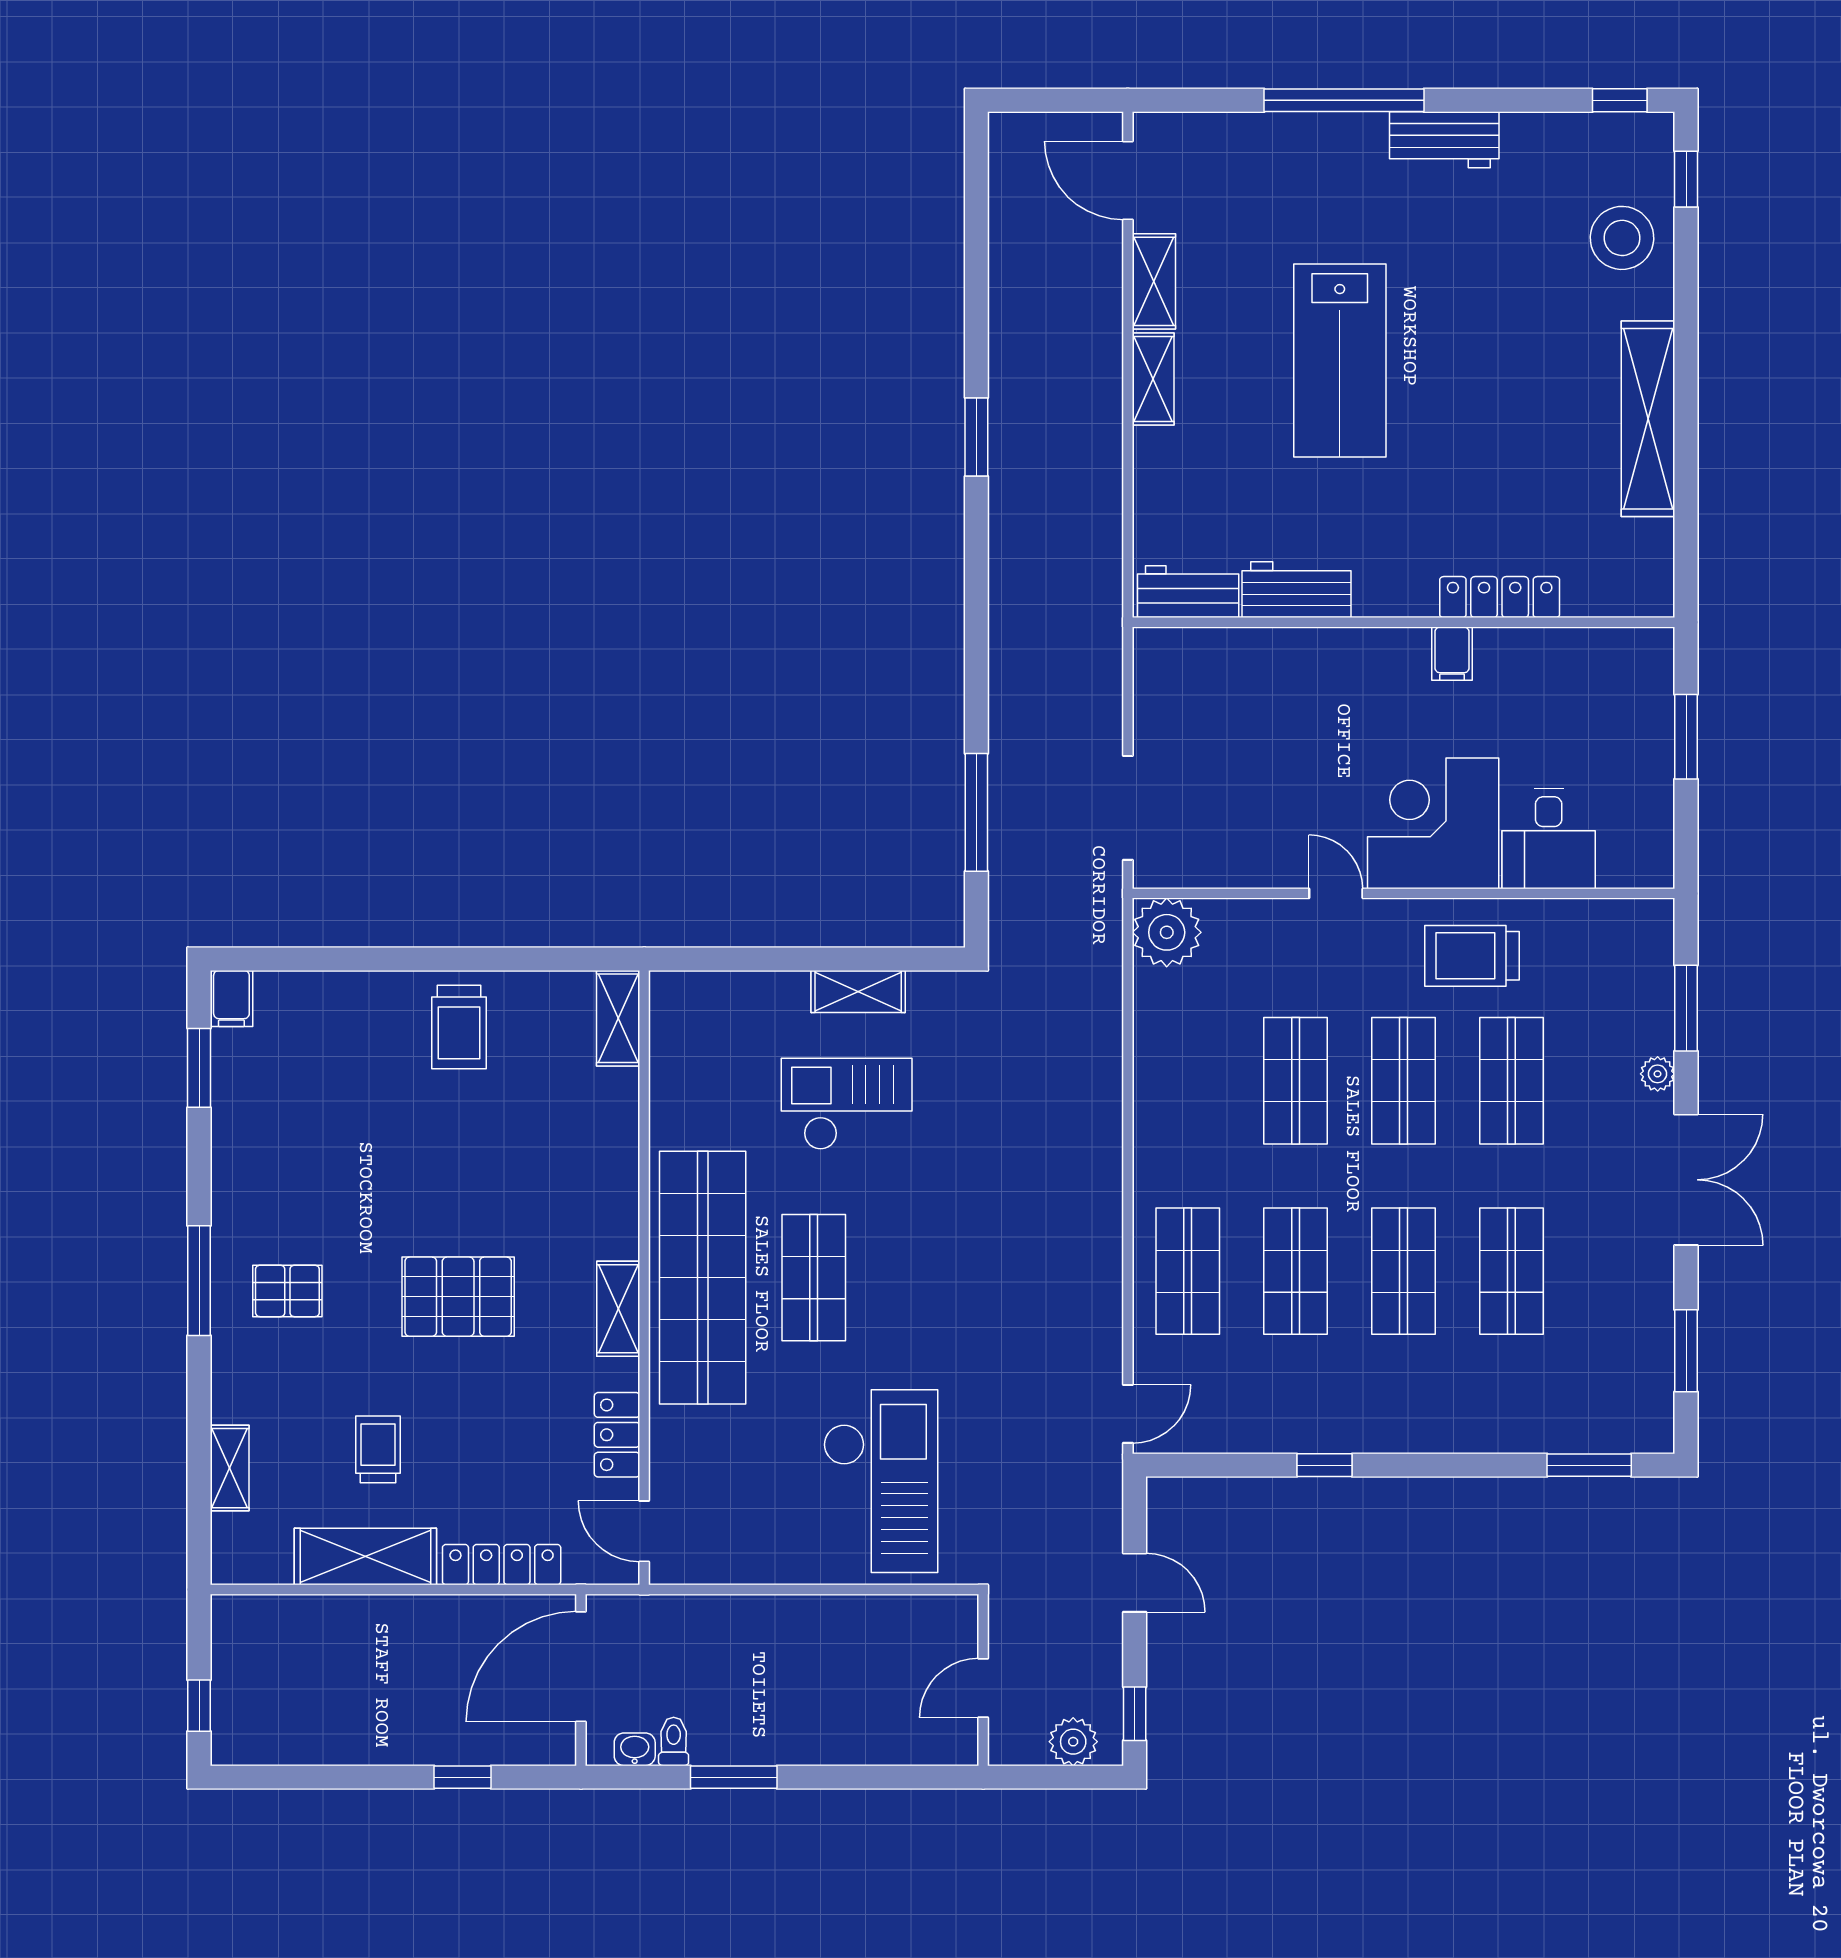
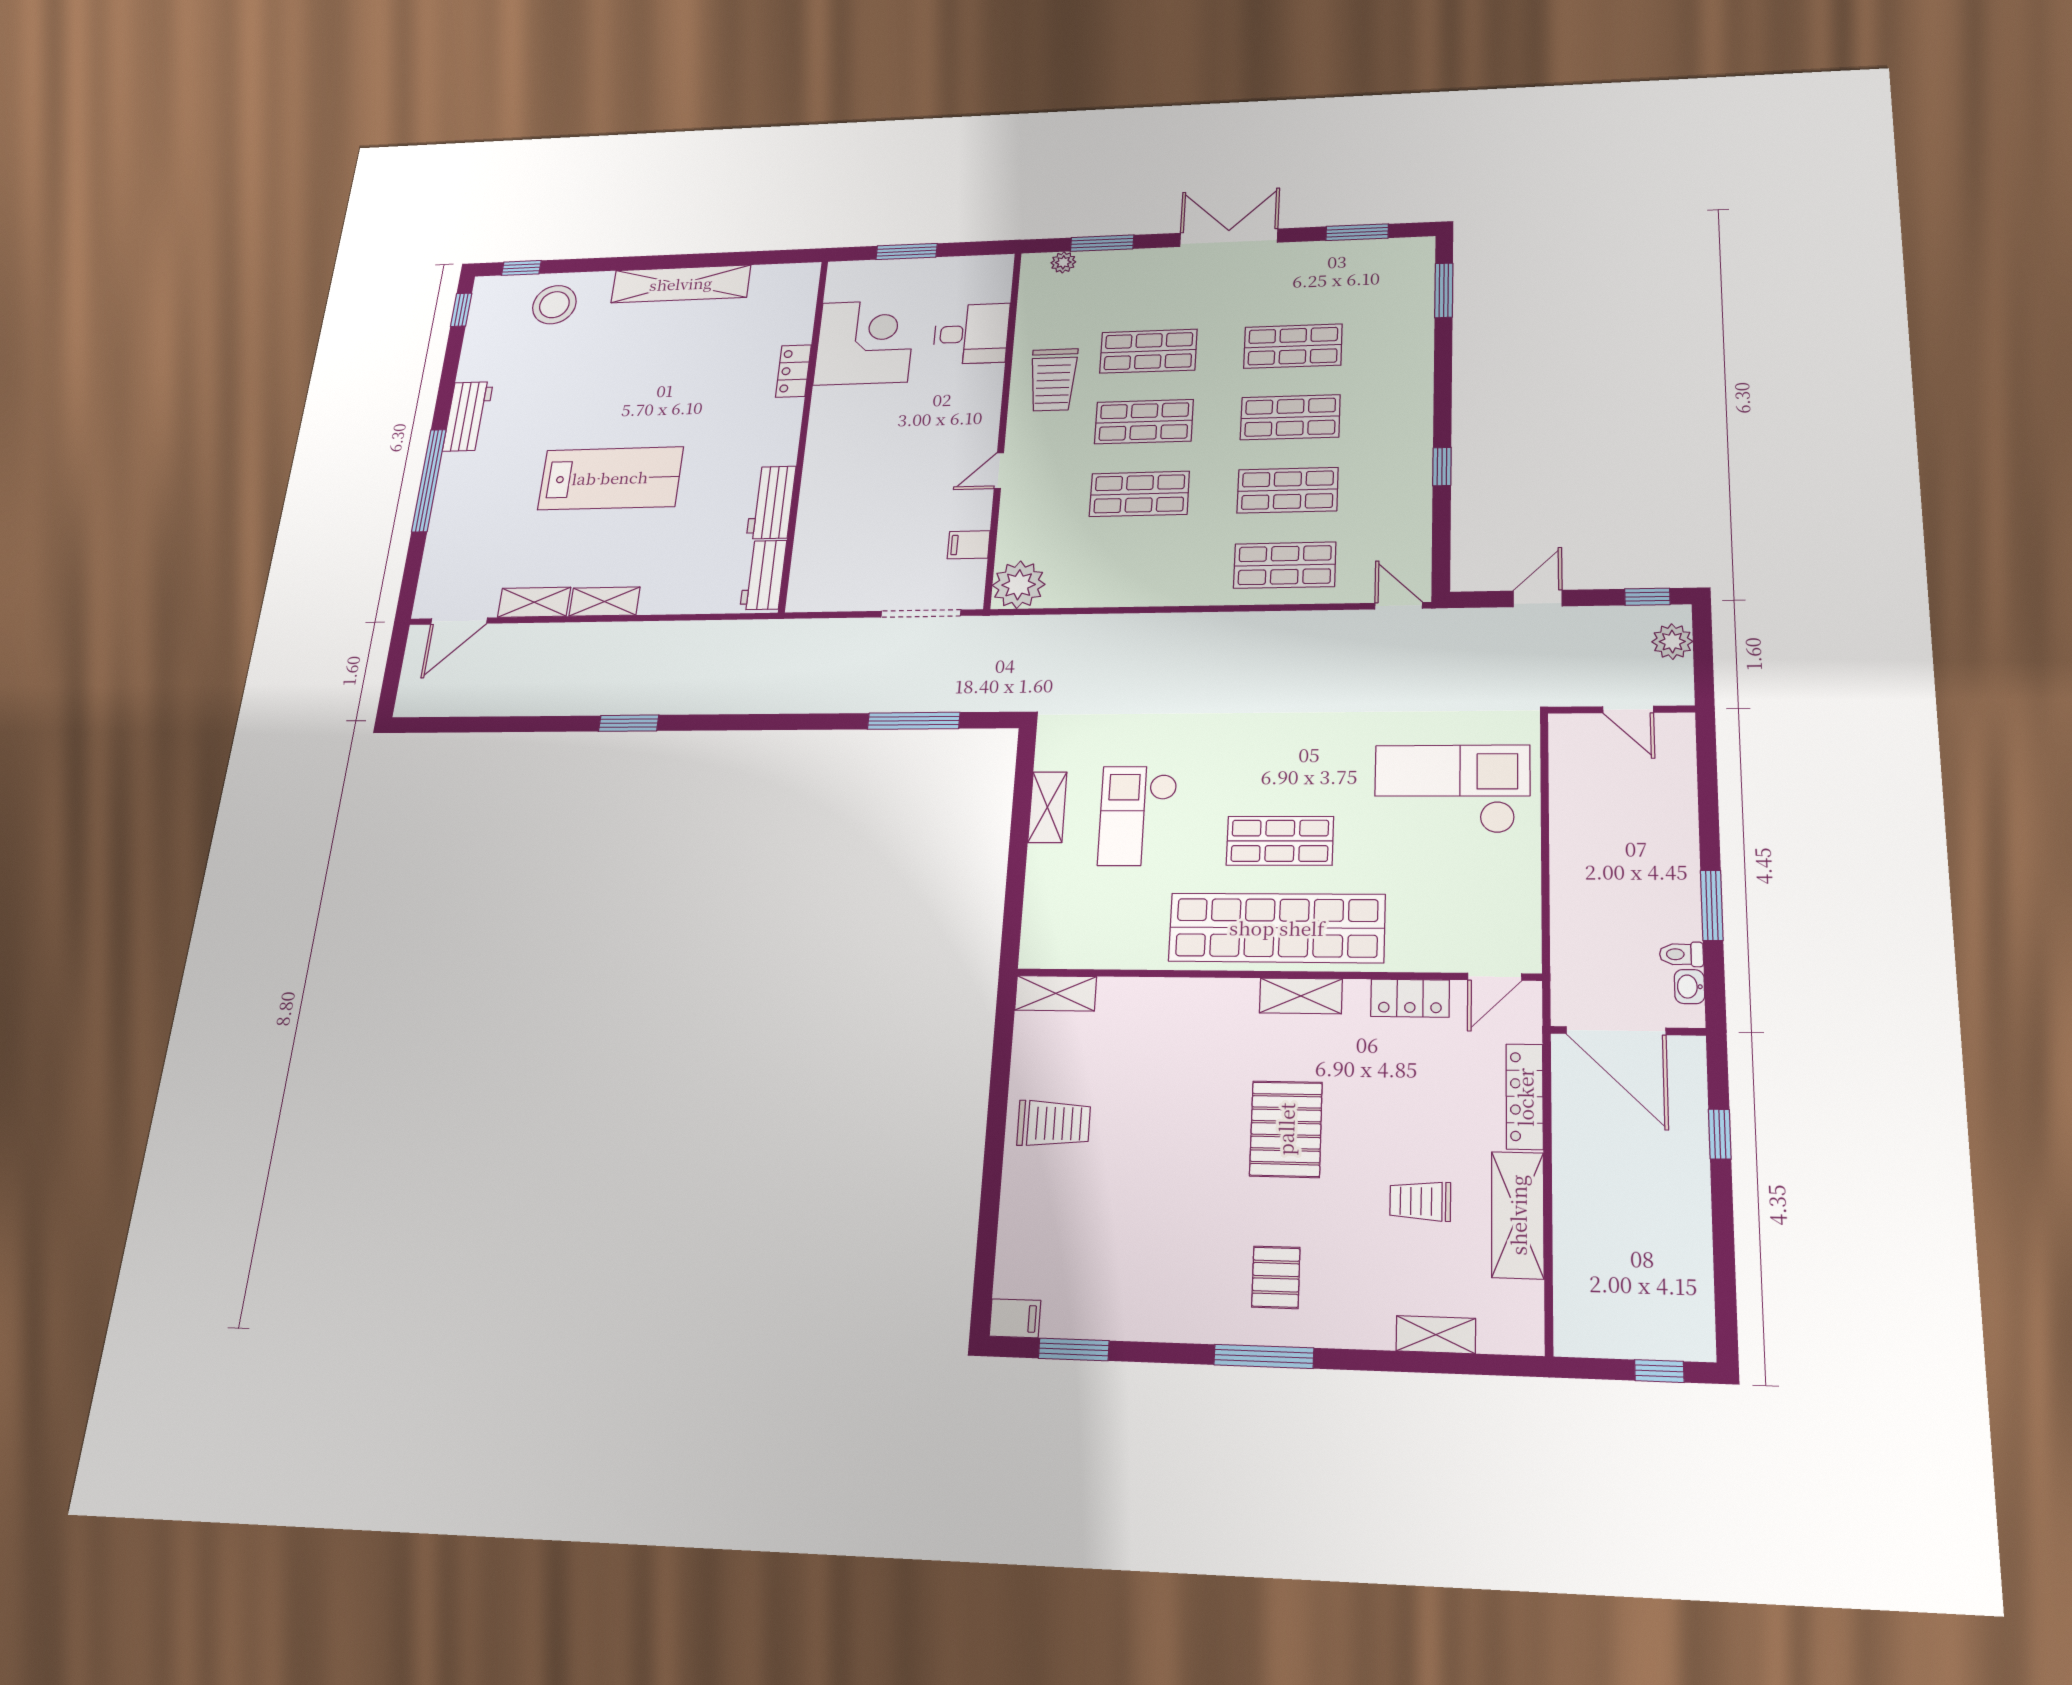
locker: (1500, 597) -> (793, 371), width x0.66
filing cabinet: (1452, 654) -> (969, 545), moved, turned 180
corner desk: (1433, 823) -> (865, 342), moved, turned 180
plant: (1658, 1074) -> (1063, 262), moved

